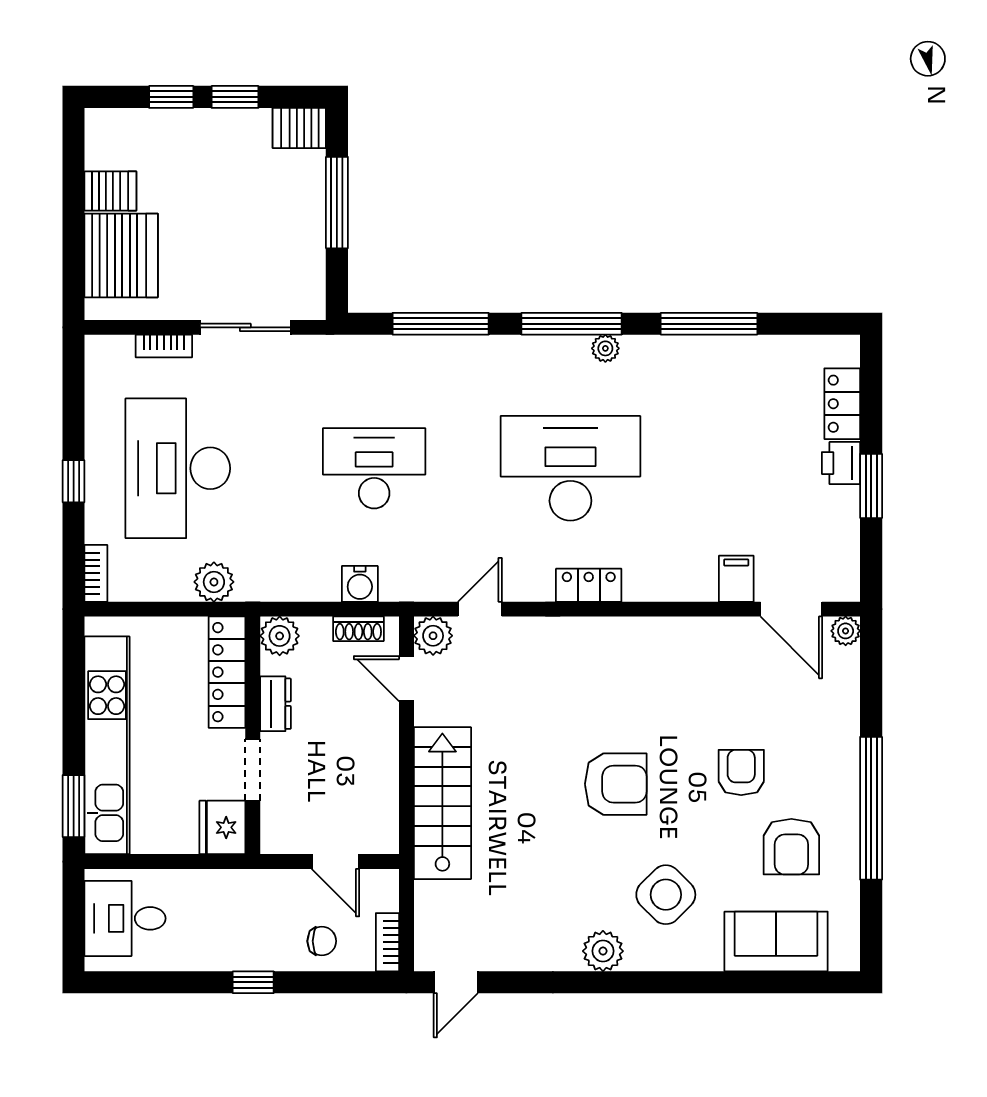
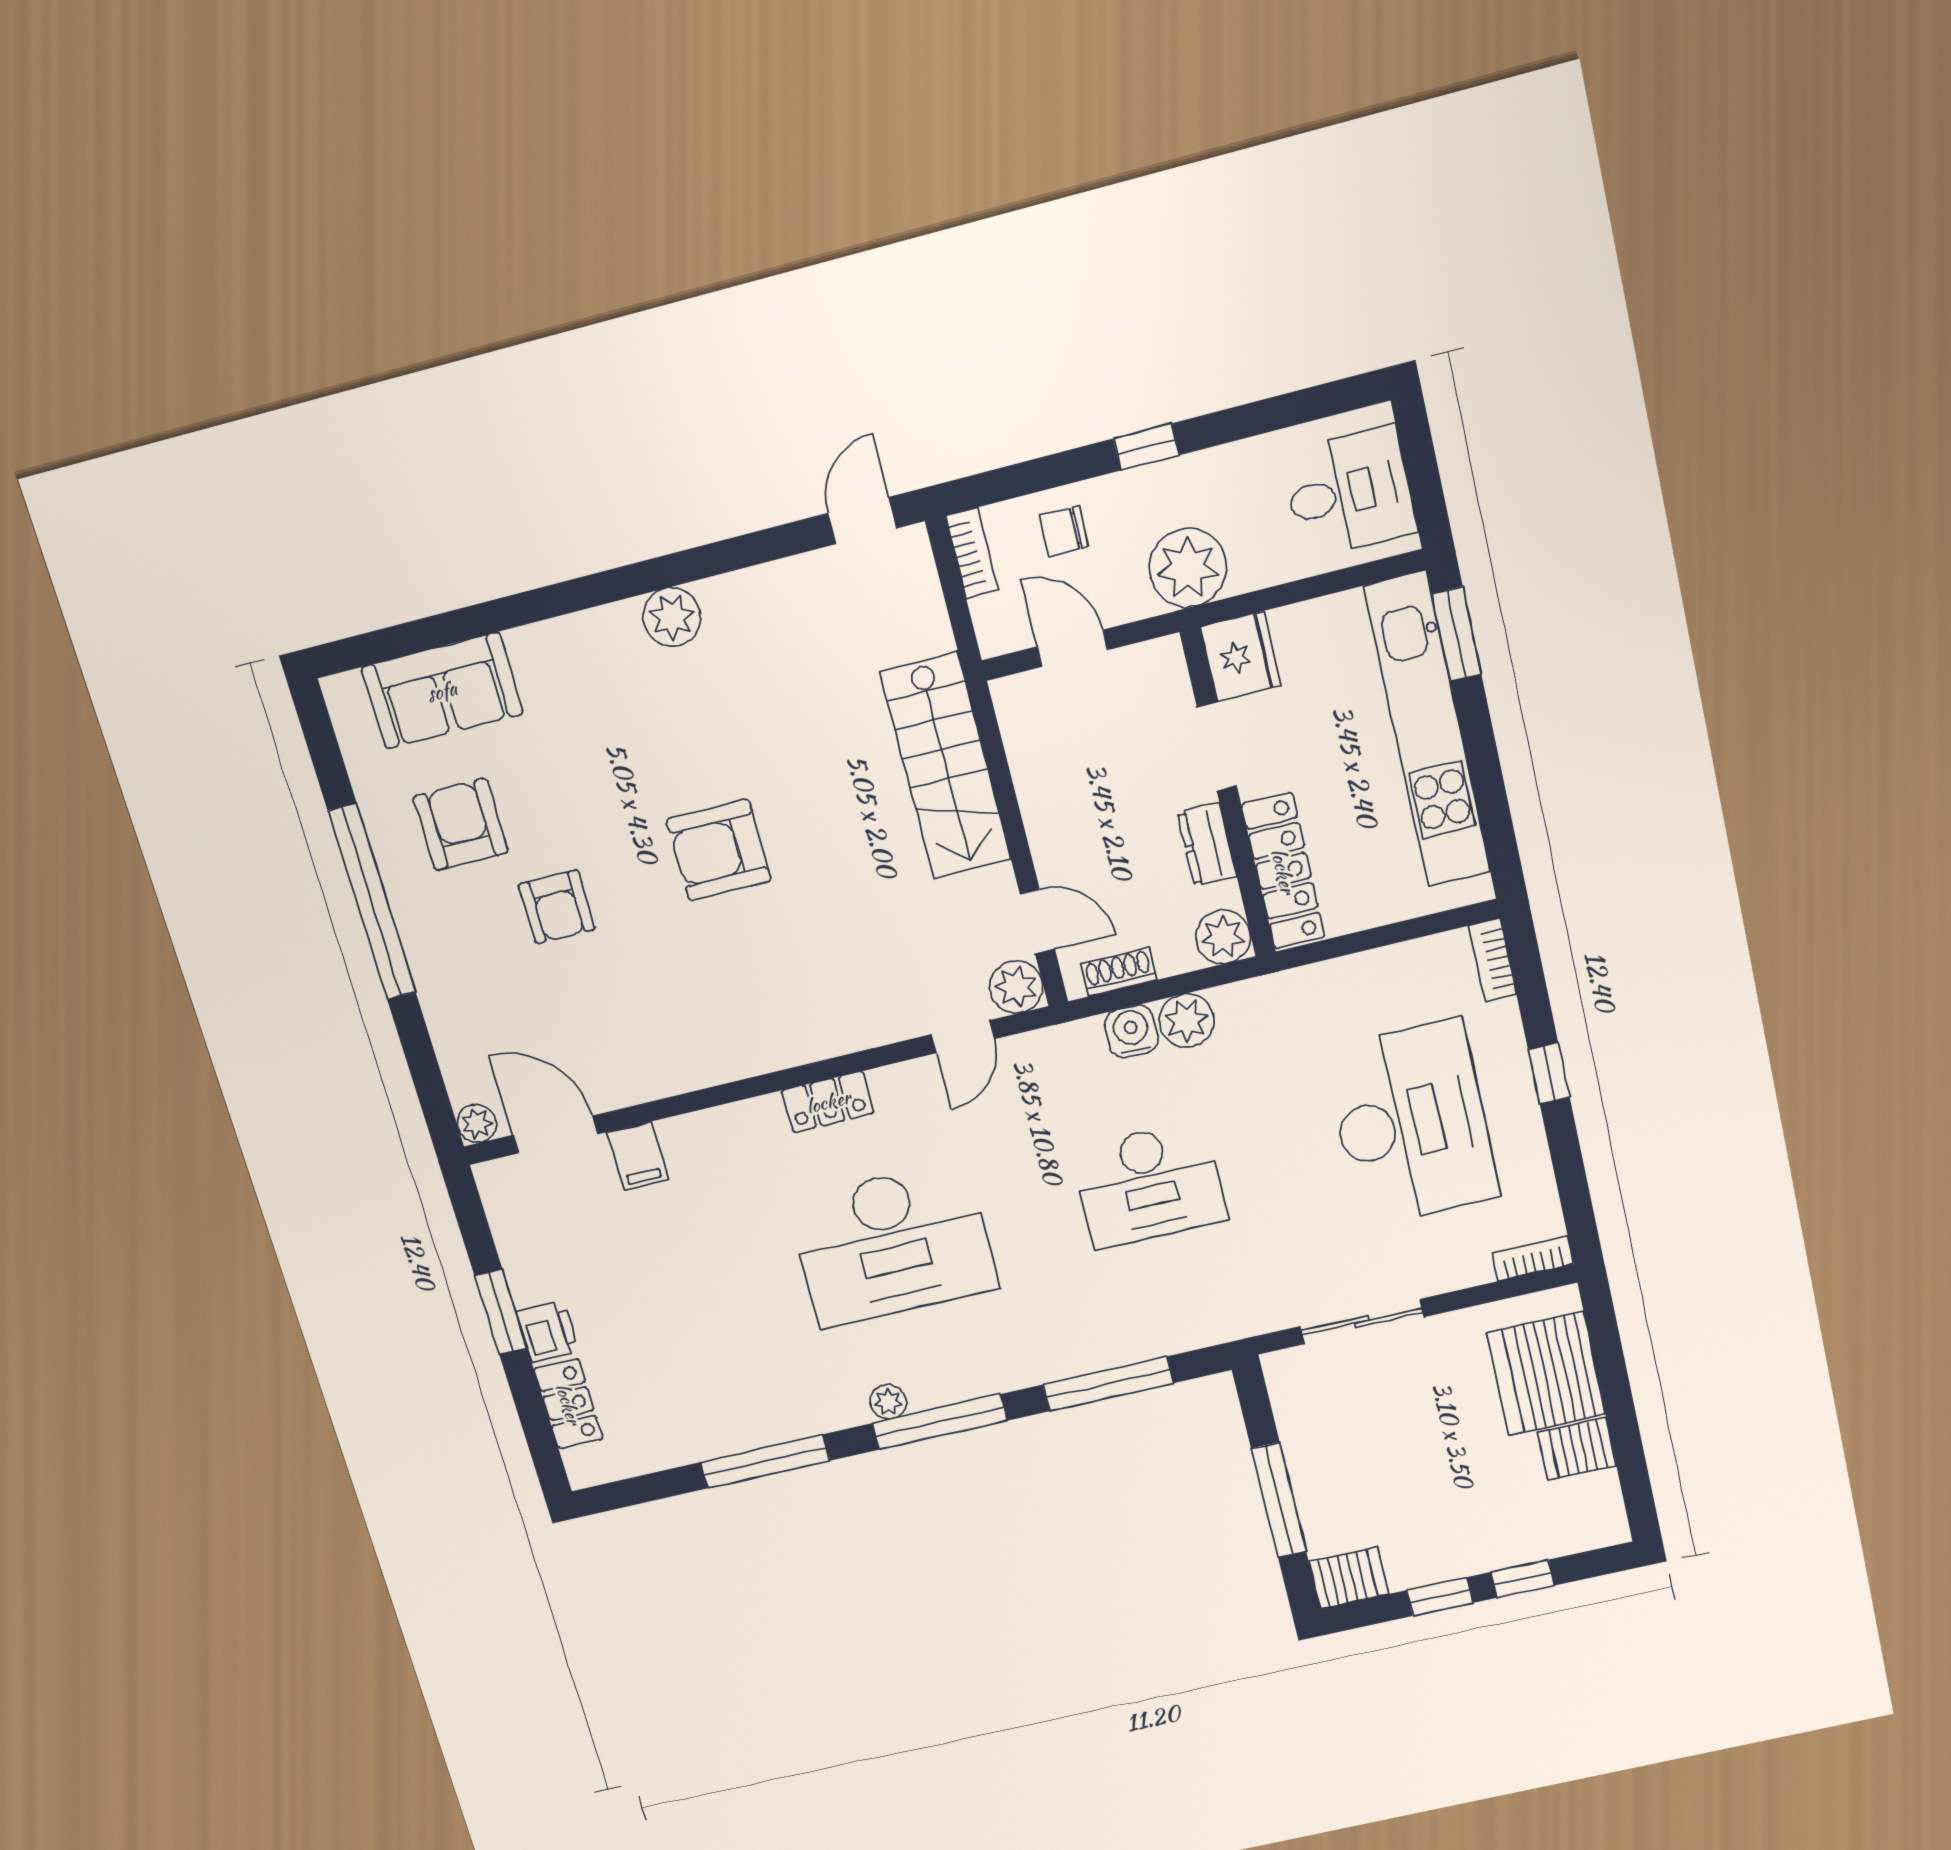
bookcase: (164, 346) -> (1533, 1259), moved
plant: (214, 582) -> (1187, 1021), moved
side table: (666, 895) -> (609, 717), removed
plant: (244, 896) -> (1188, 568), added

